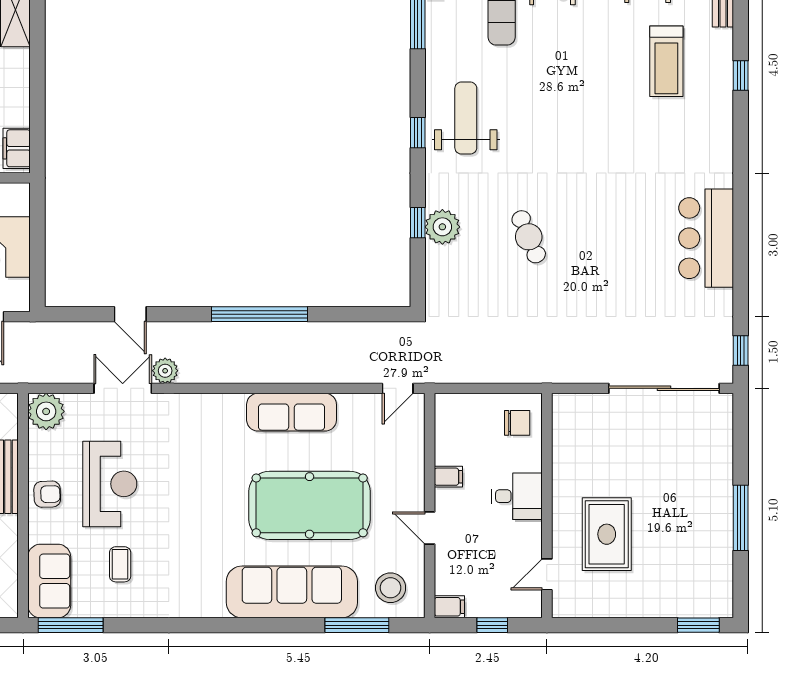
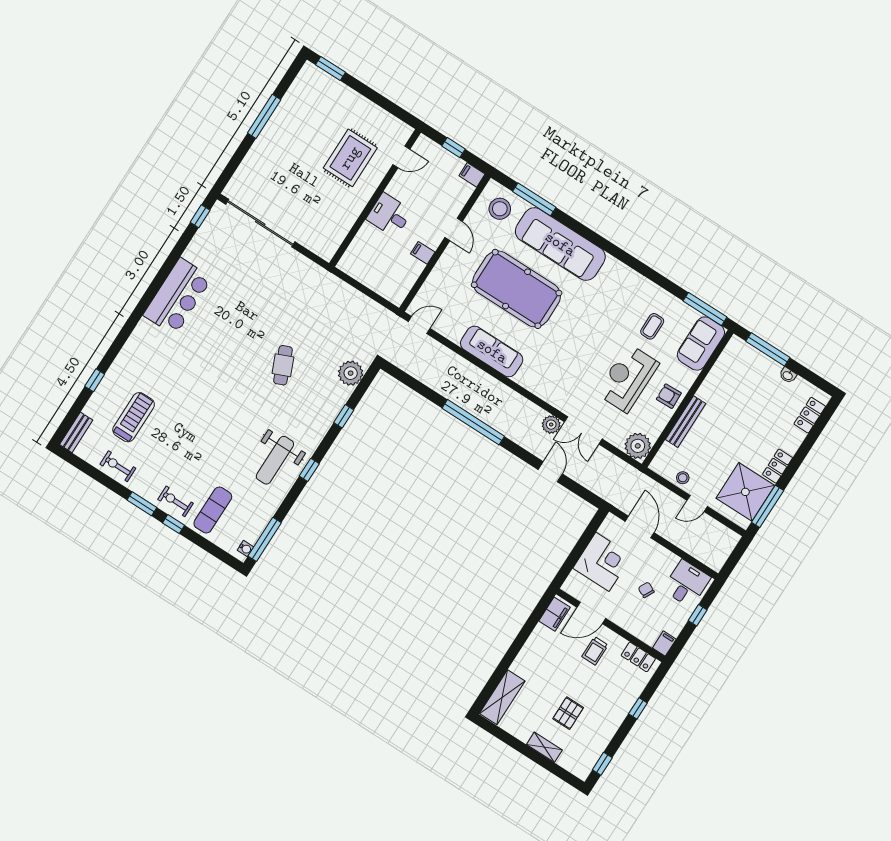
plant: (442, 227) -> (351, 373), moved
chair: (517, 423) -> (361, 259), removed

